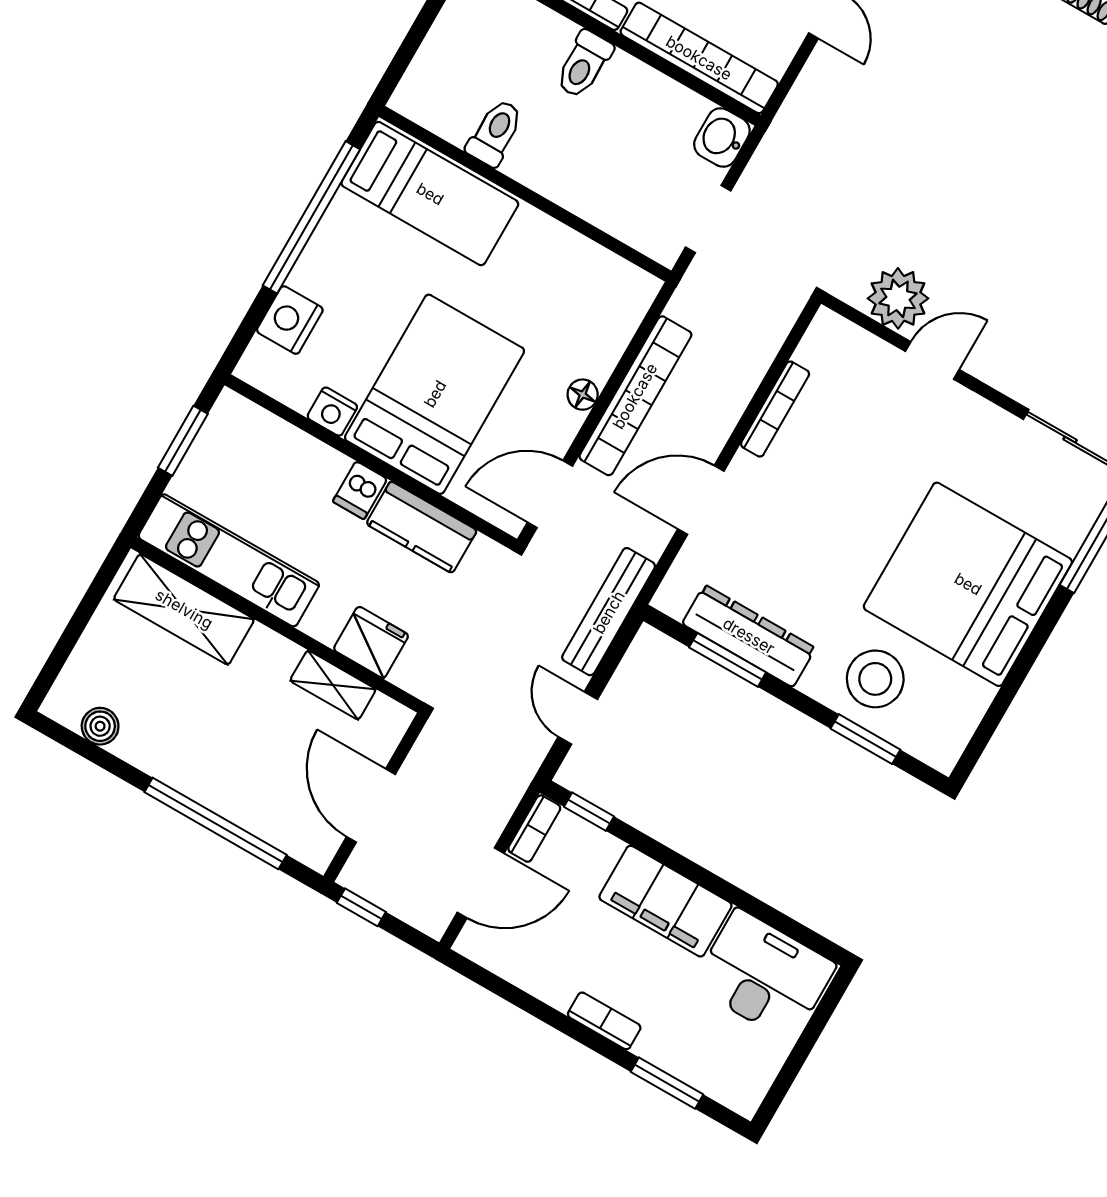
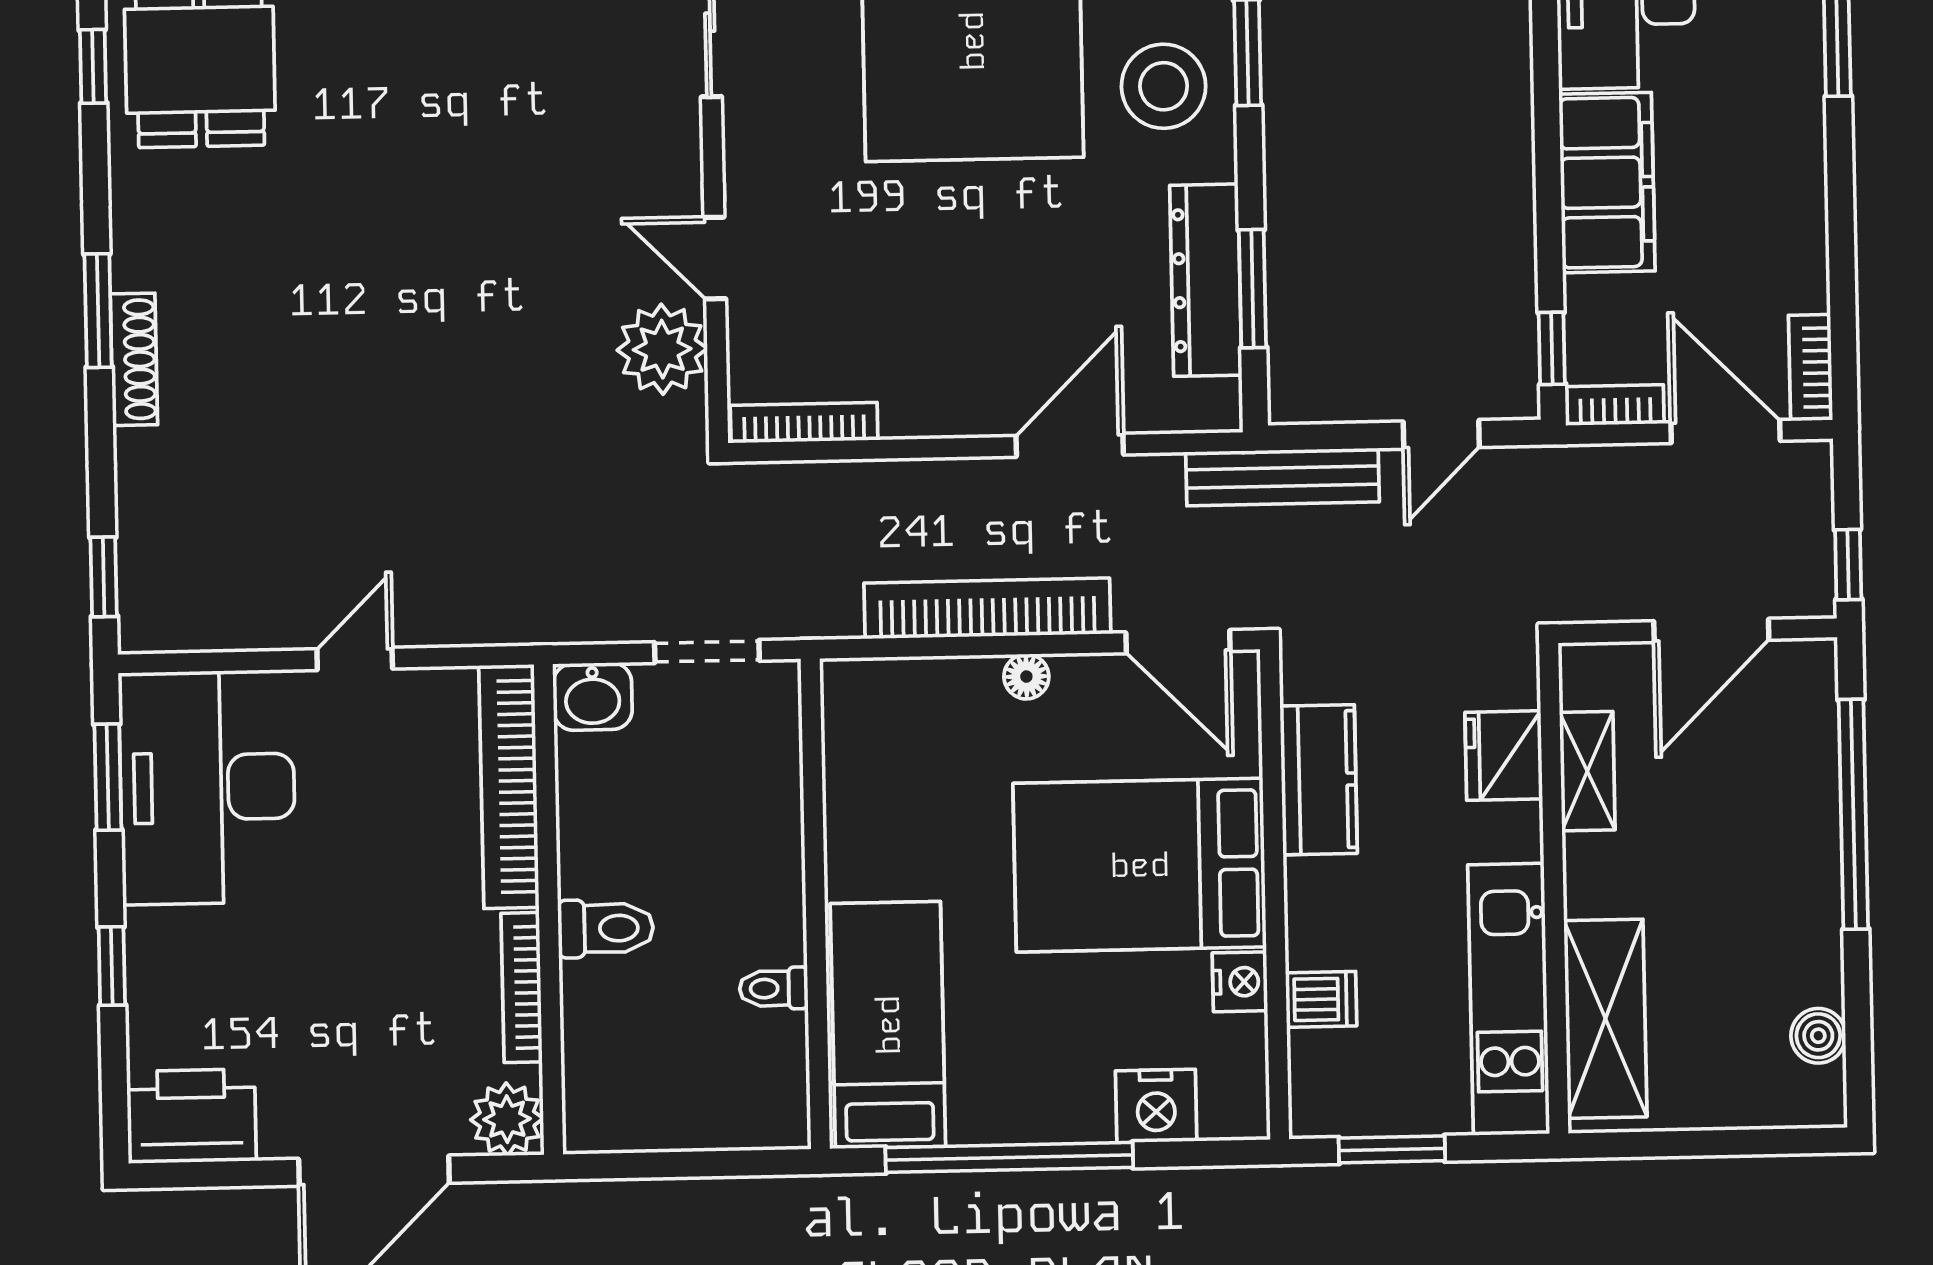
toilet: (495, 133) -> (774, 988), width x0.73, depth x0.72
bookcase: (775, 409) -> (804, 423), moved
dishwasher: (360, 490) -> (1321, 999), moved
door: (701, 500) -> (1070, 445), swing flipped
bookcase: (604, 1021) -> (1811, 368), moved

